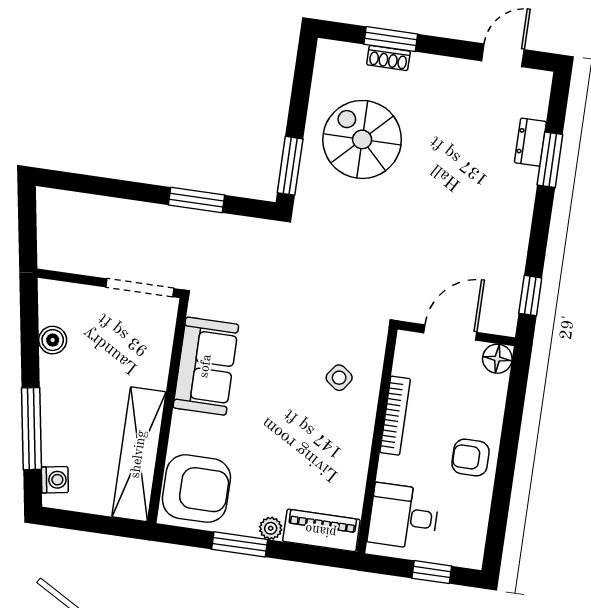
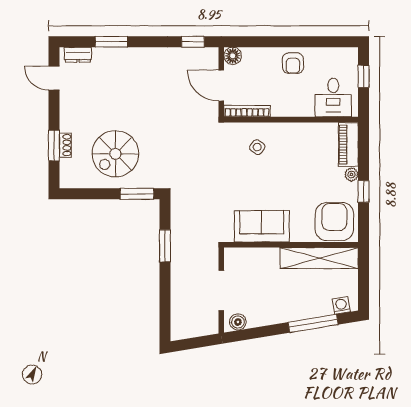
dresser: (530, 142) -> (78, 55), moved
doorway: (140, 288) -> (221, 290), moved
boiler: (53, 340) -> (238, 322), moved
bookcase: (395, 416) -> (247, 111), moved
window: (240, 544) -> (363, 191), width x0.67

